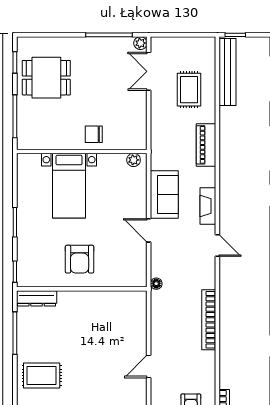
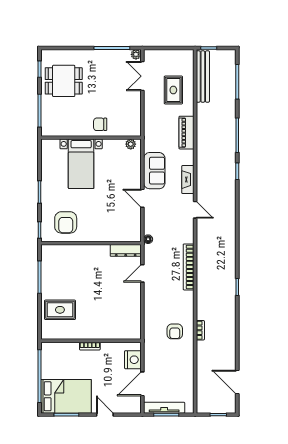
armchair: (80, 259) -> (66, 222), moved
dresser: (37, 298) -> (126, 250), moved
door: (149, 366) -> (142, 273), moved

